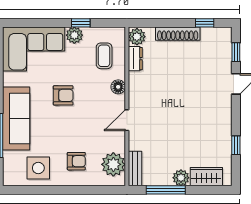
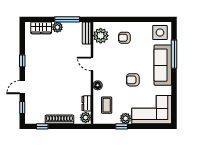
door: (127, 120) -> (92, 64), swing flipped
window: (236, 145) -> (22, 61), moved
side table: (38, 168) -> (160, 32), moved

